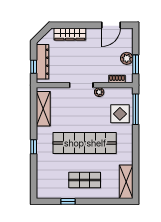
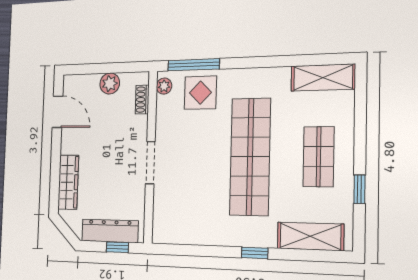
window: (136, 64) -> (120, 68), removed
plant: (99, 92) -> (164, 86), moved
shelving: (43, 109) -> (310, 236), moved

